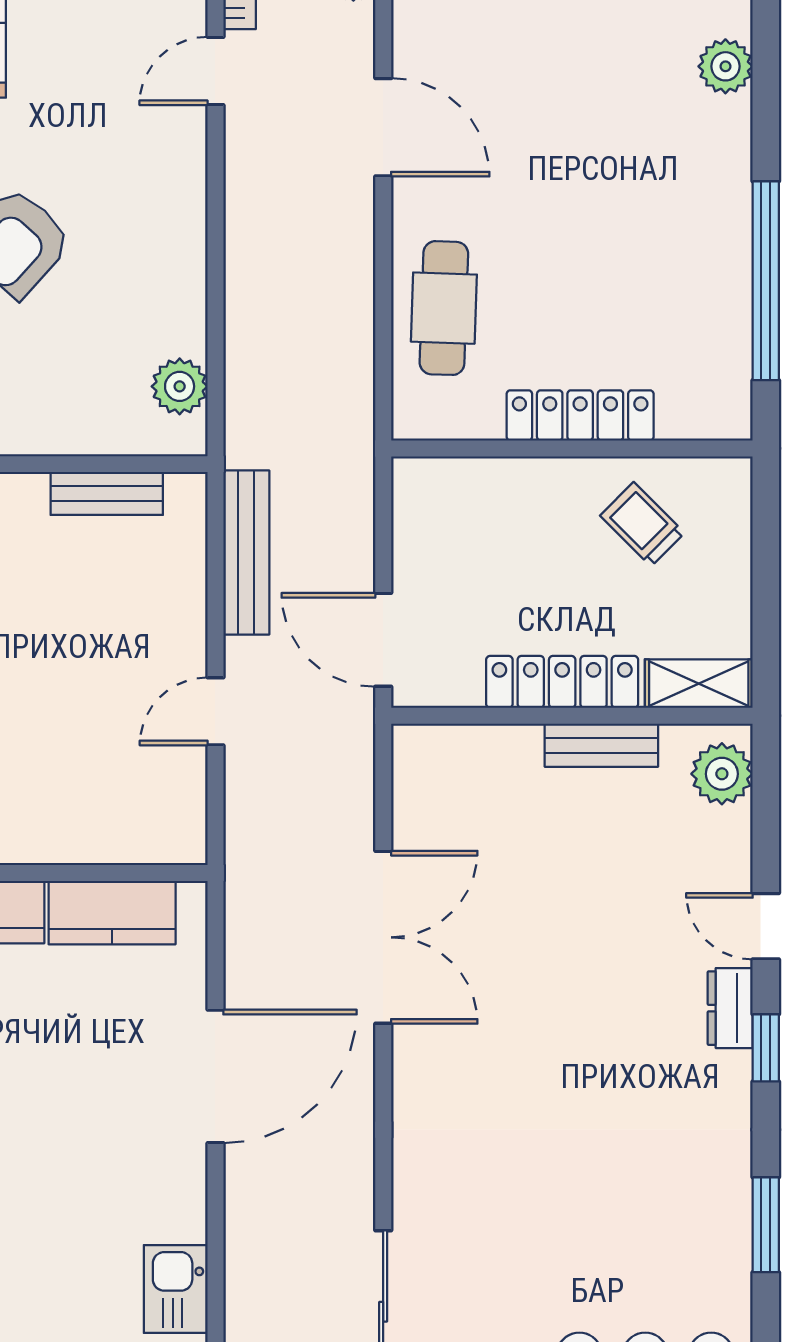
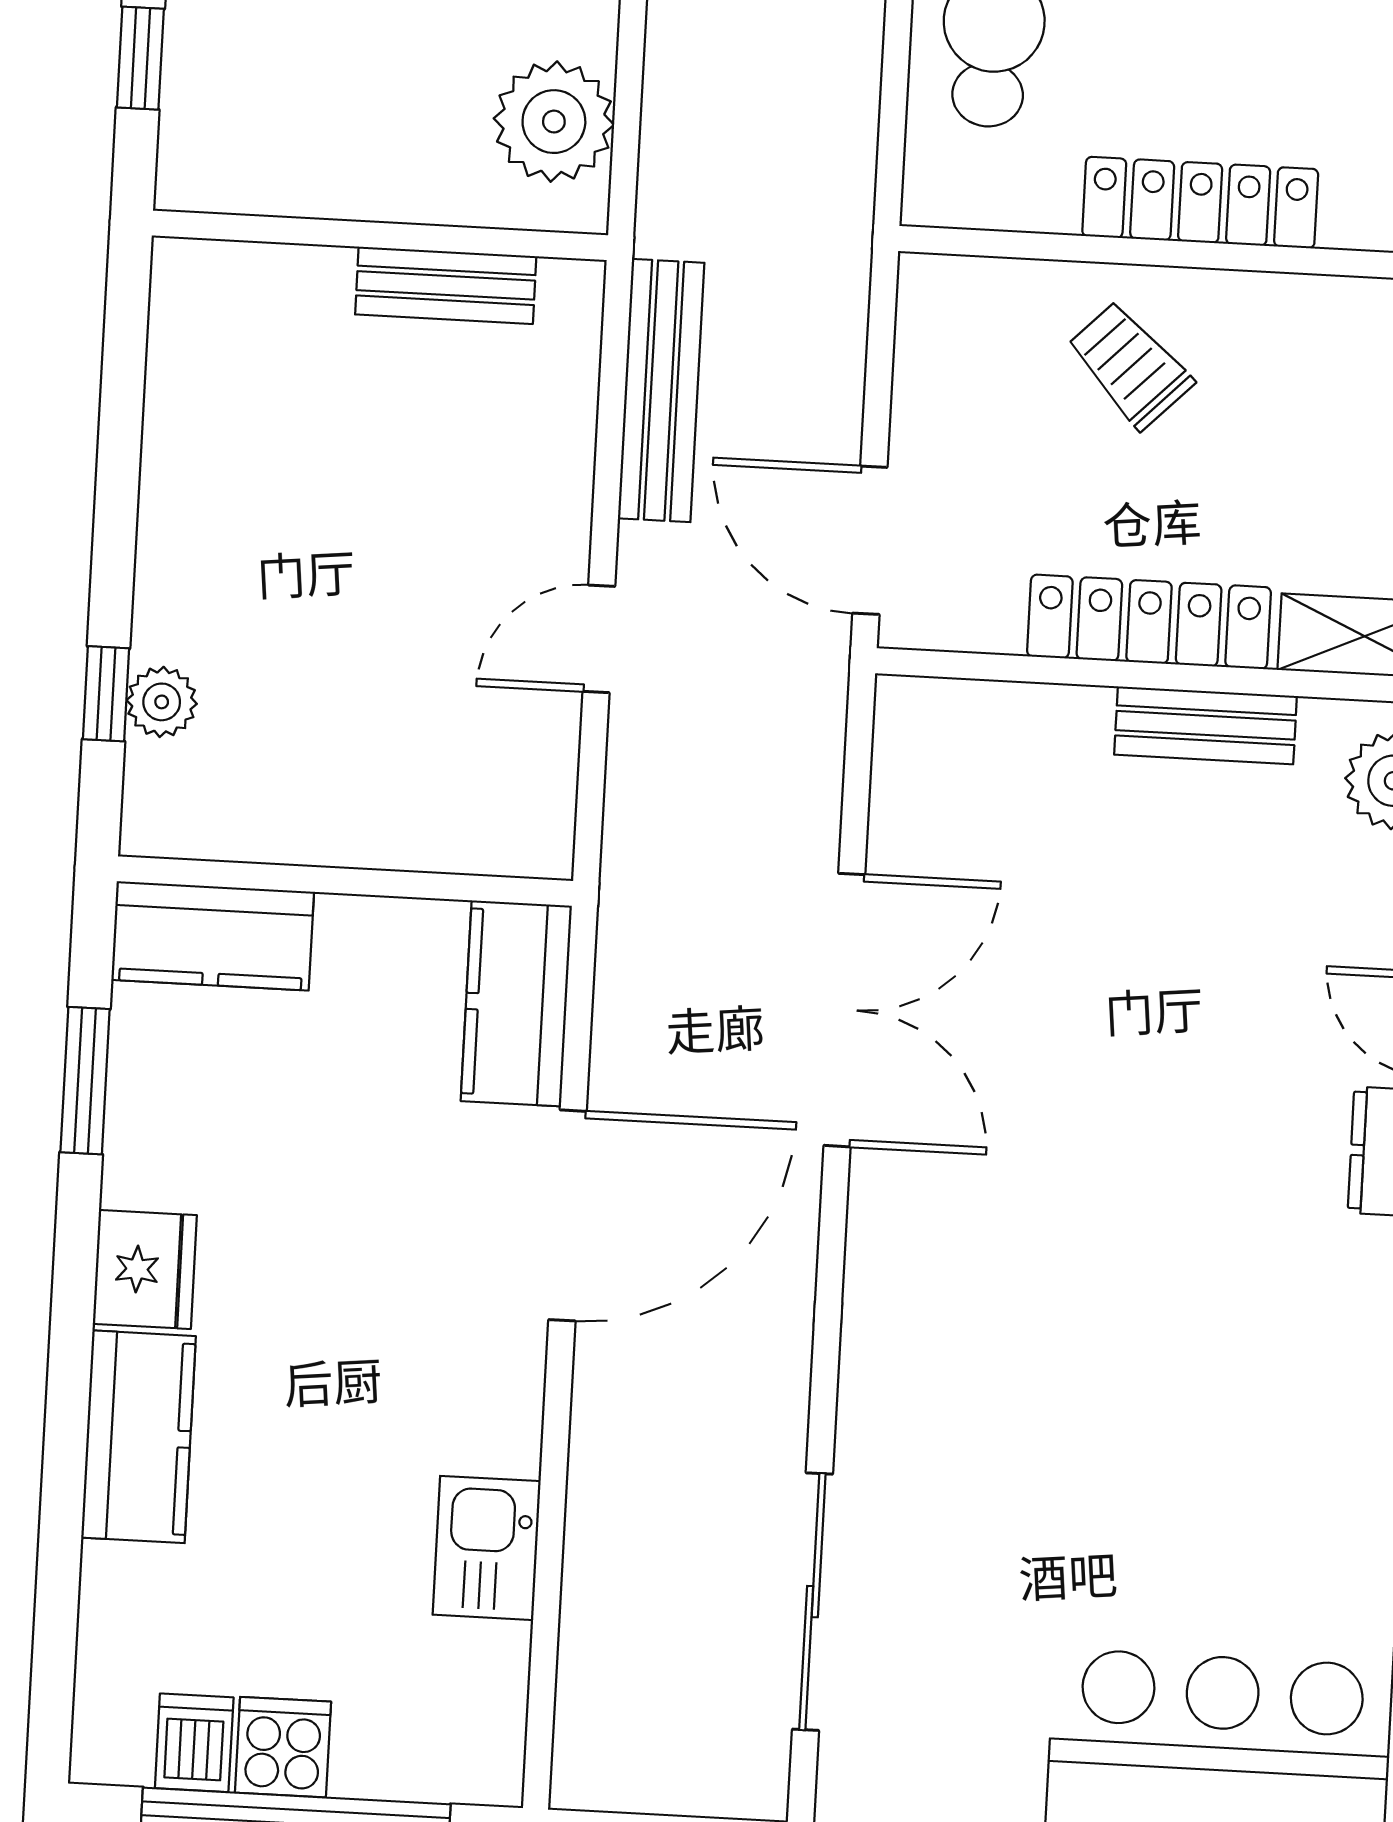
plant: (180, 386) -> (554, 122), width x1.36, depth x1.36
trolley: (642, 524) -> (1130, 365), moved
kitchen counter: (112, 913) -> (516, 1003), moved, turned 90

